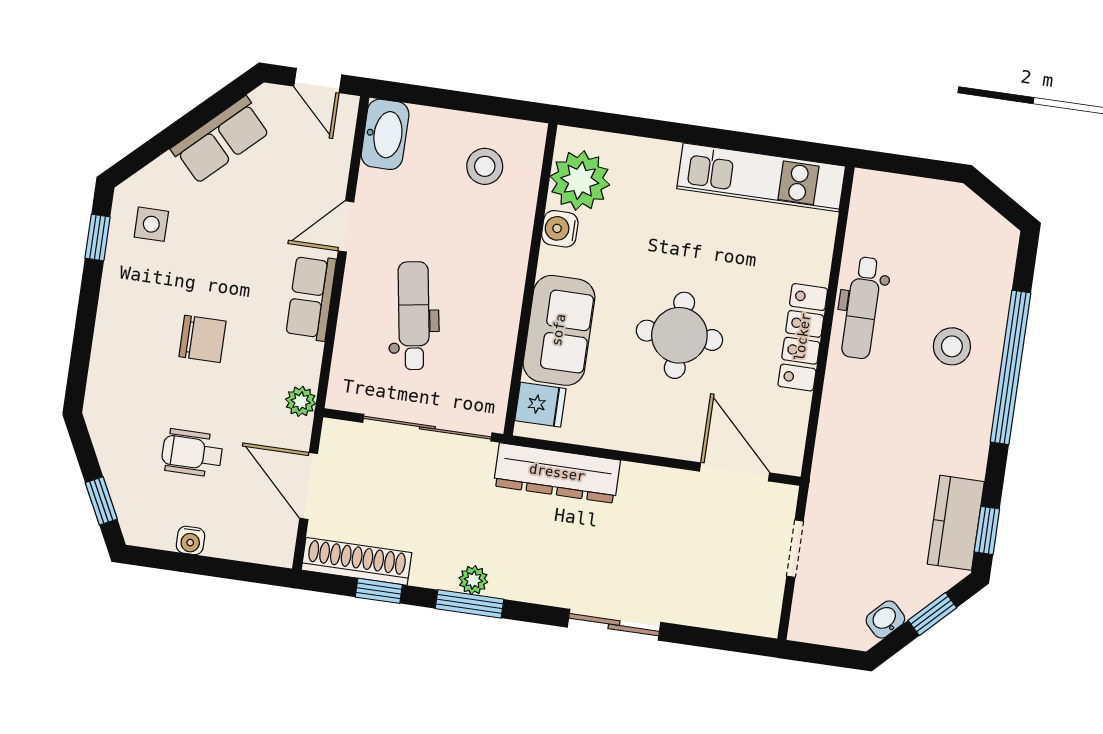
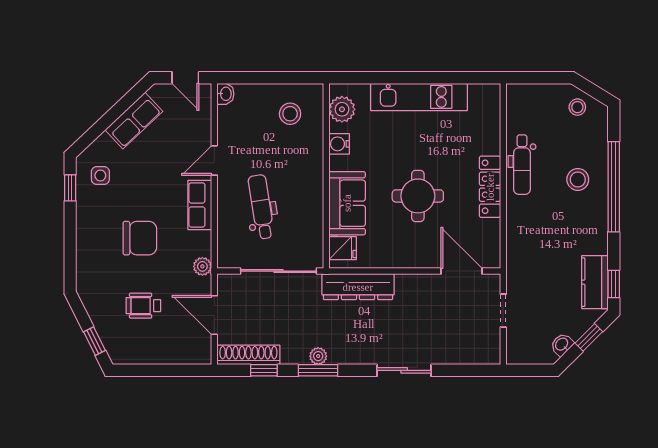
washbasin: (385, 134) -> (225, 94), width x0.52, depth x0.69
kitchen unit: (761, 177) -> (419, 97), moved
plant: (580, 181) -> (342, 109), width x0.73, depth x0.73
stool: (969, 225) -> (577, 107), added
chair: (202, 339) -> (140, 238), width x1.37, depth x1.37
water cooler: (190, 540) -> (150, 357), removed

